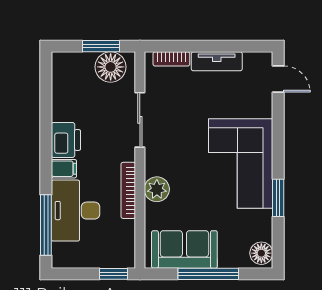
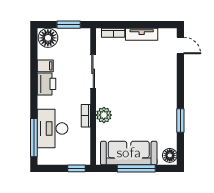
floor lamp: (111, 67) -> (48, 38), moved
corner sofa: (241, 163) -> (157, 99), removed
filing cabinet: (64, 169) -> (45, 66), moved
bookcase: (128, 190) -> (86, 116), width x0.64
sofa: (184, 249) -> (129, 153), width x1.36

